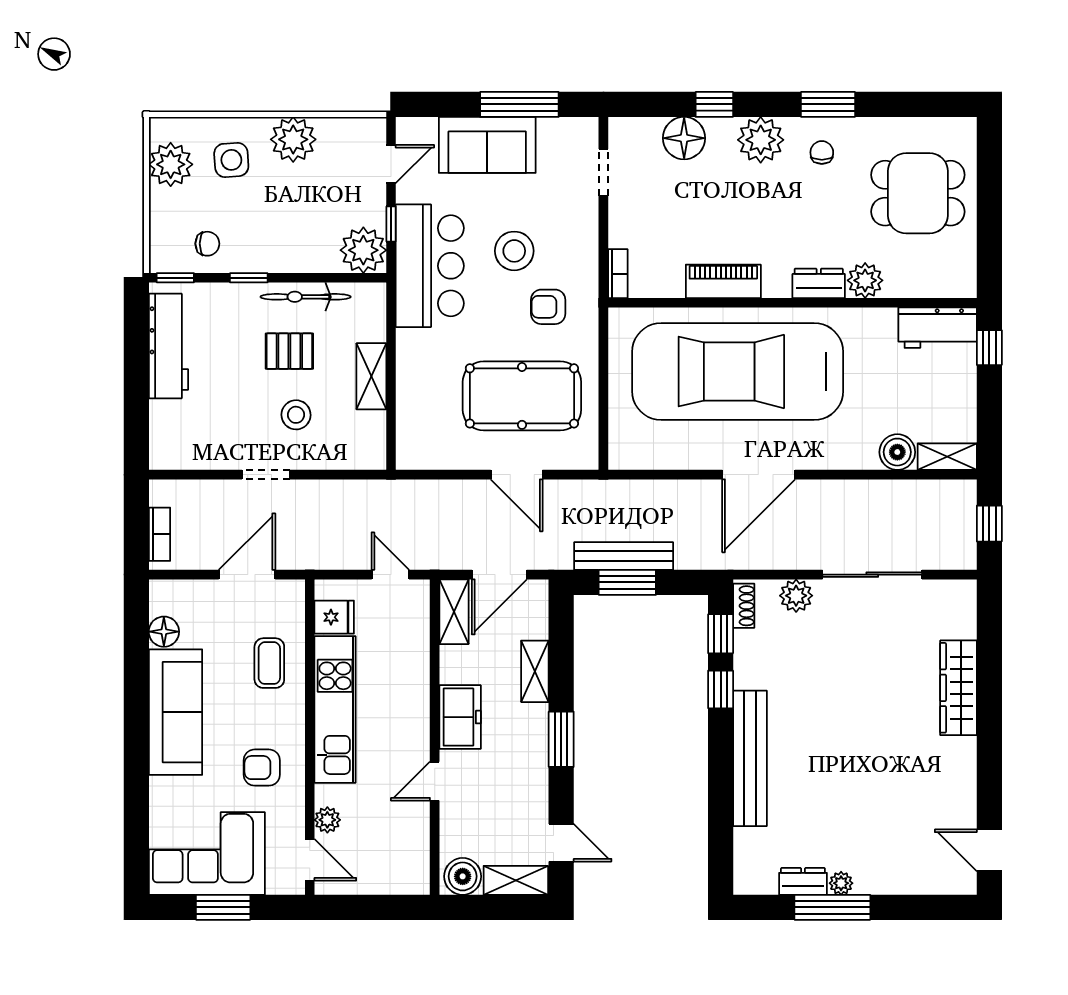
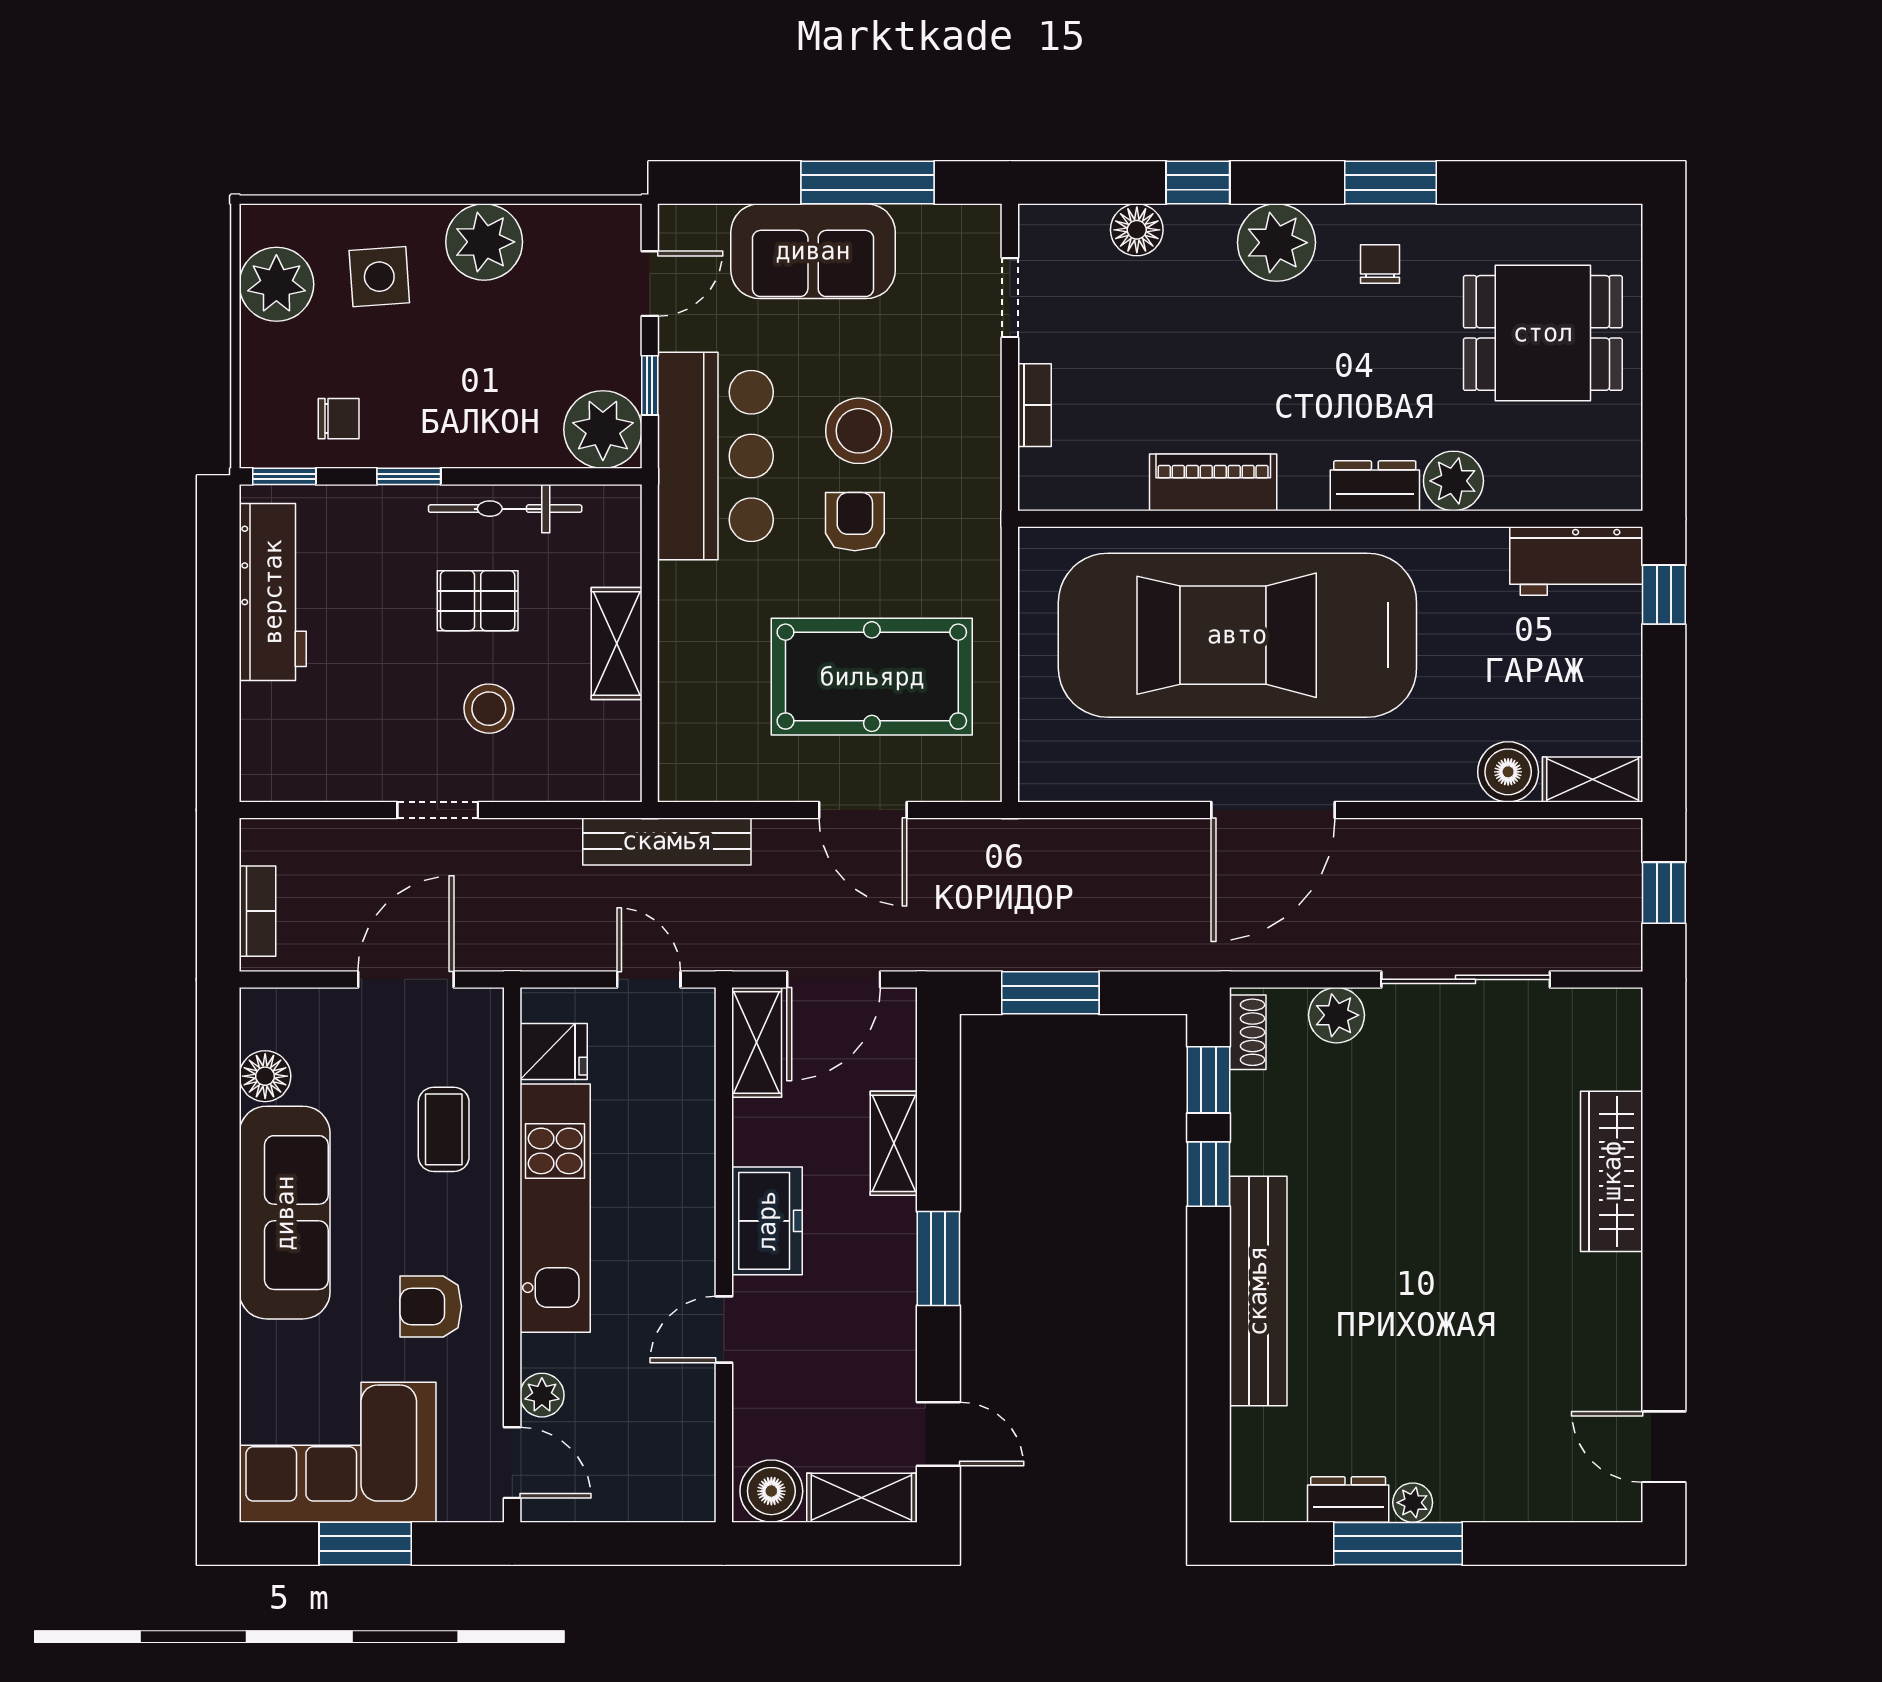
floor lamp: (684, 138) -> (1137, 230), width x0.73, depth x0.73
bookcase: (618, 274) -> (1034, 405), moved
armchair: (548, 307) -> (855, 522), moved, turned 90
bench: (624, 556) -> (667, 841), moved

